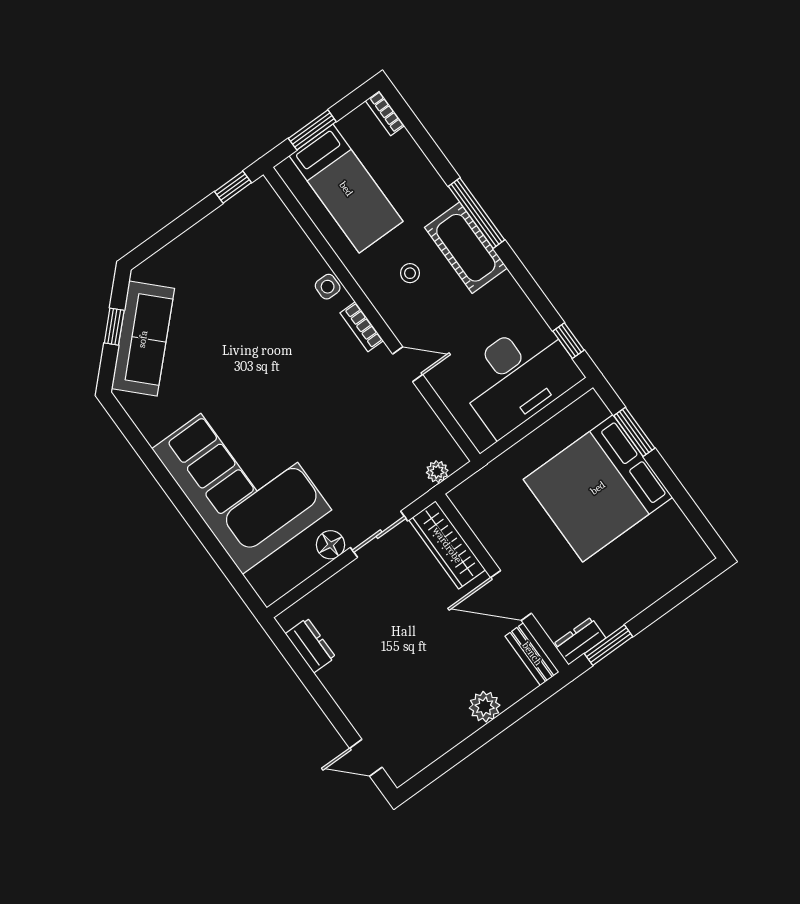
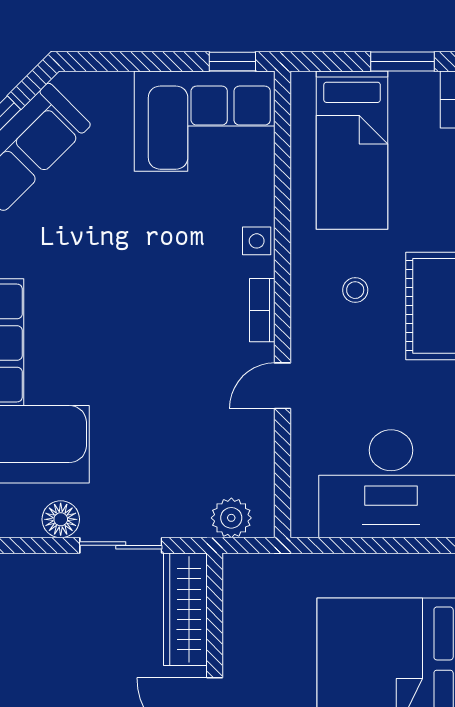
window: (312, 130) -> (403, 61), moved
corner sofa: (242, 236) -> (205, 121), added
door: (408, 364) -> (282, 386), swing flipped
plant: (437, 472) -> (231, 518), width x1.38, depth x1.38

